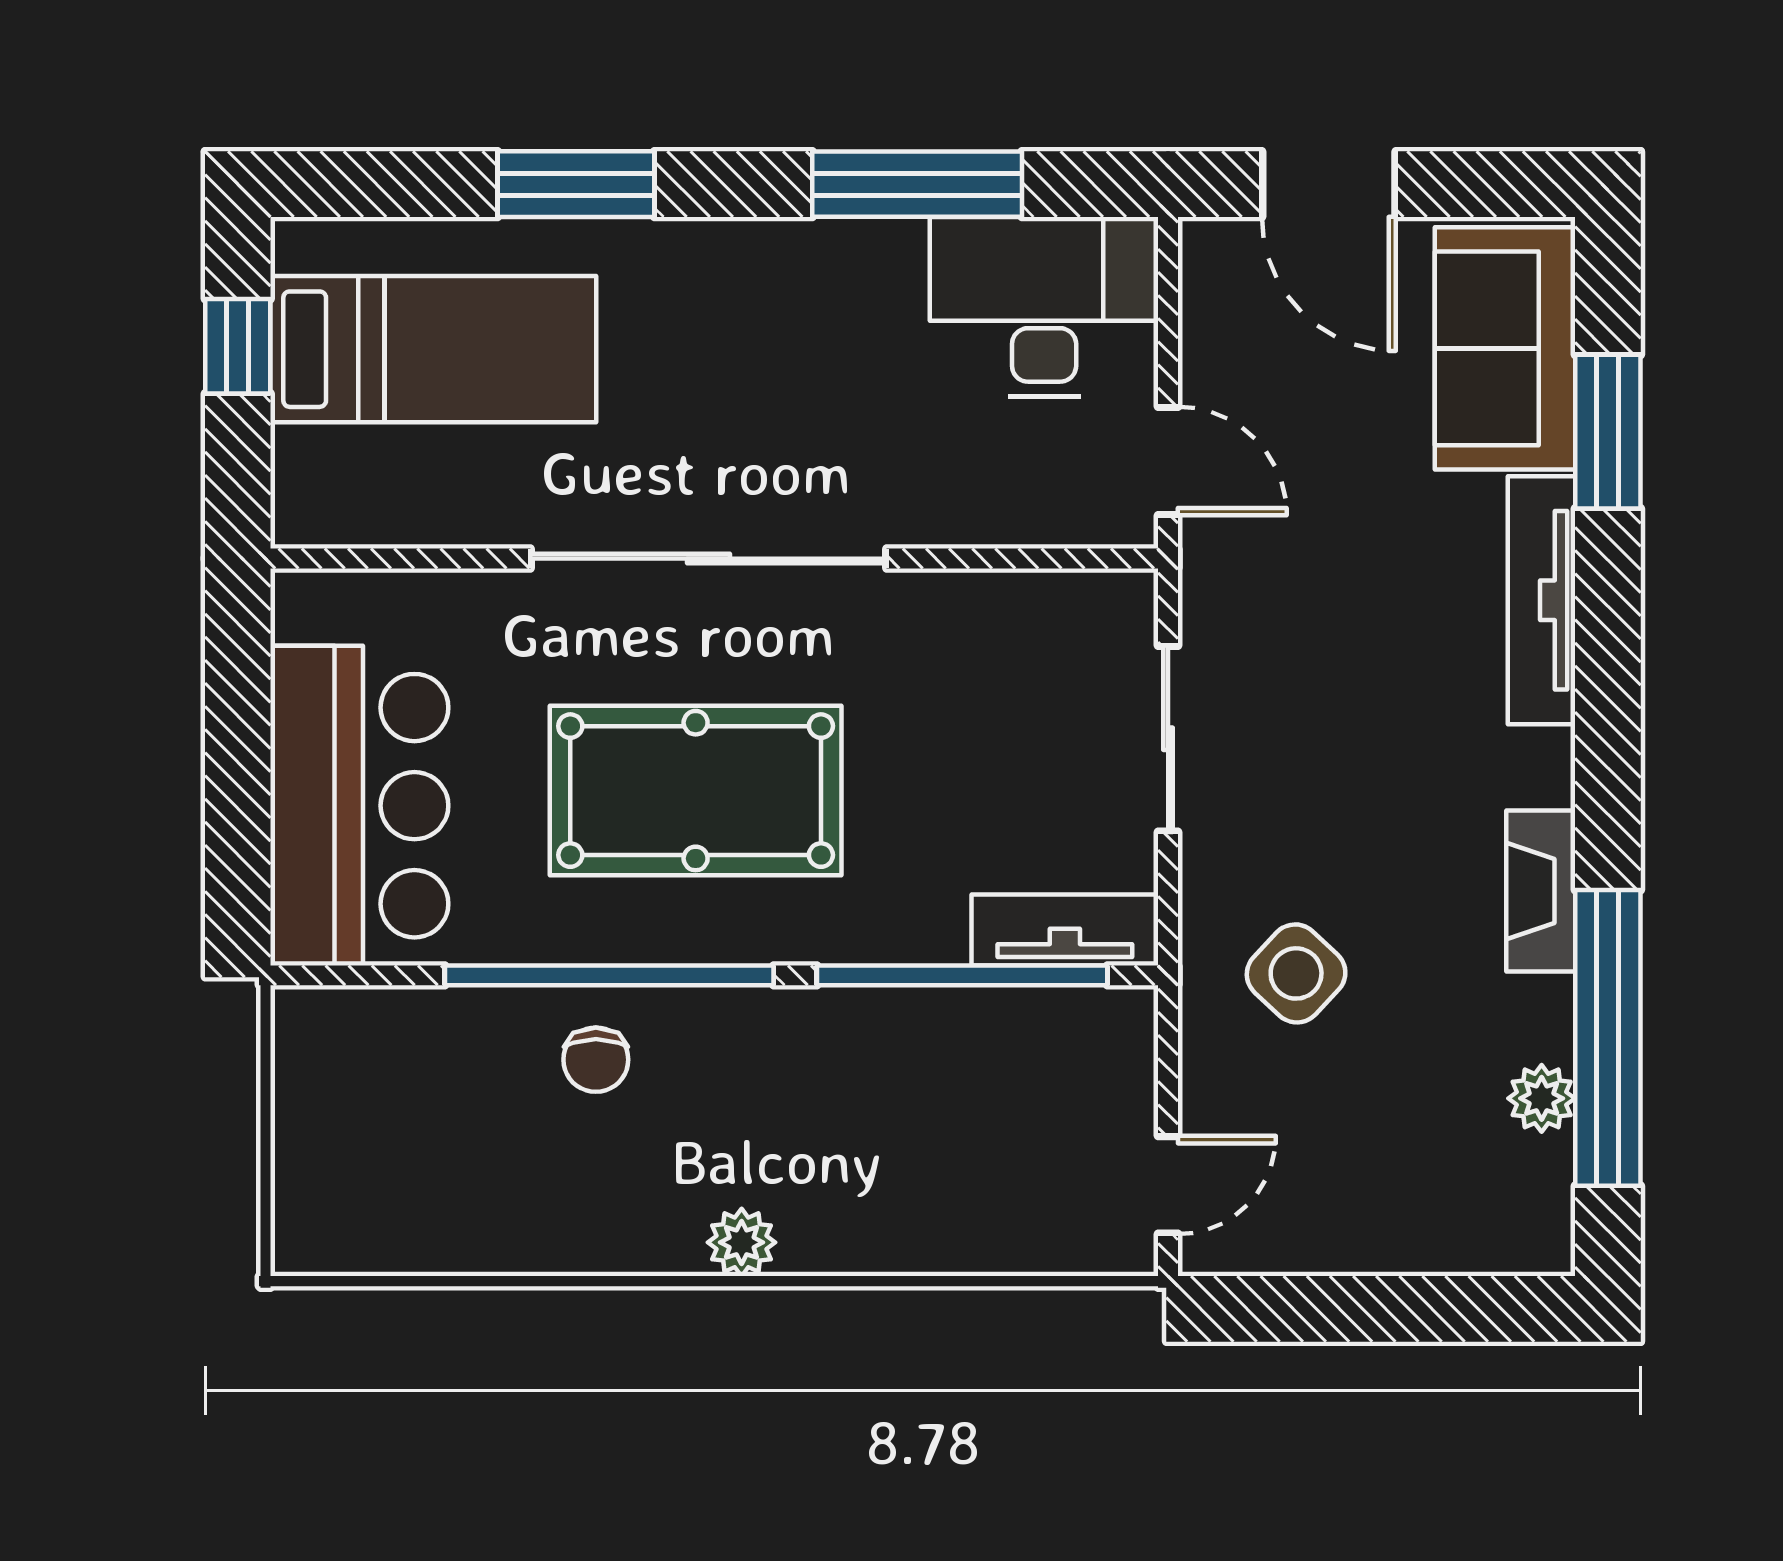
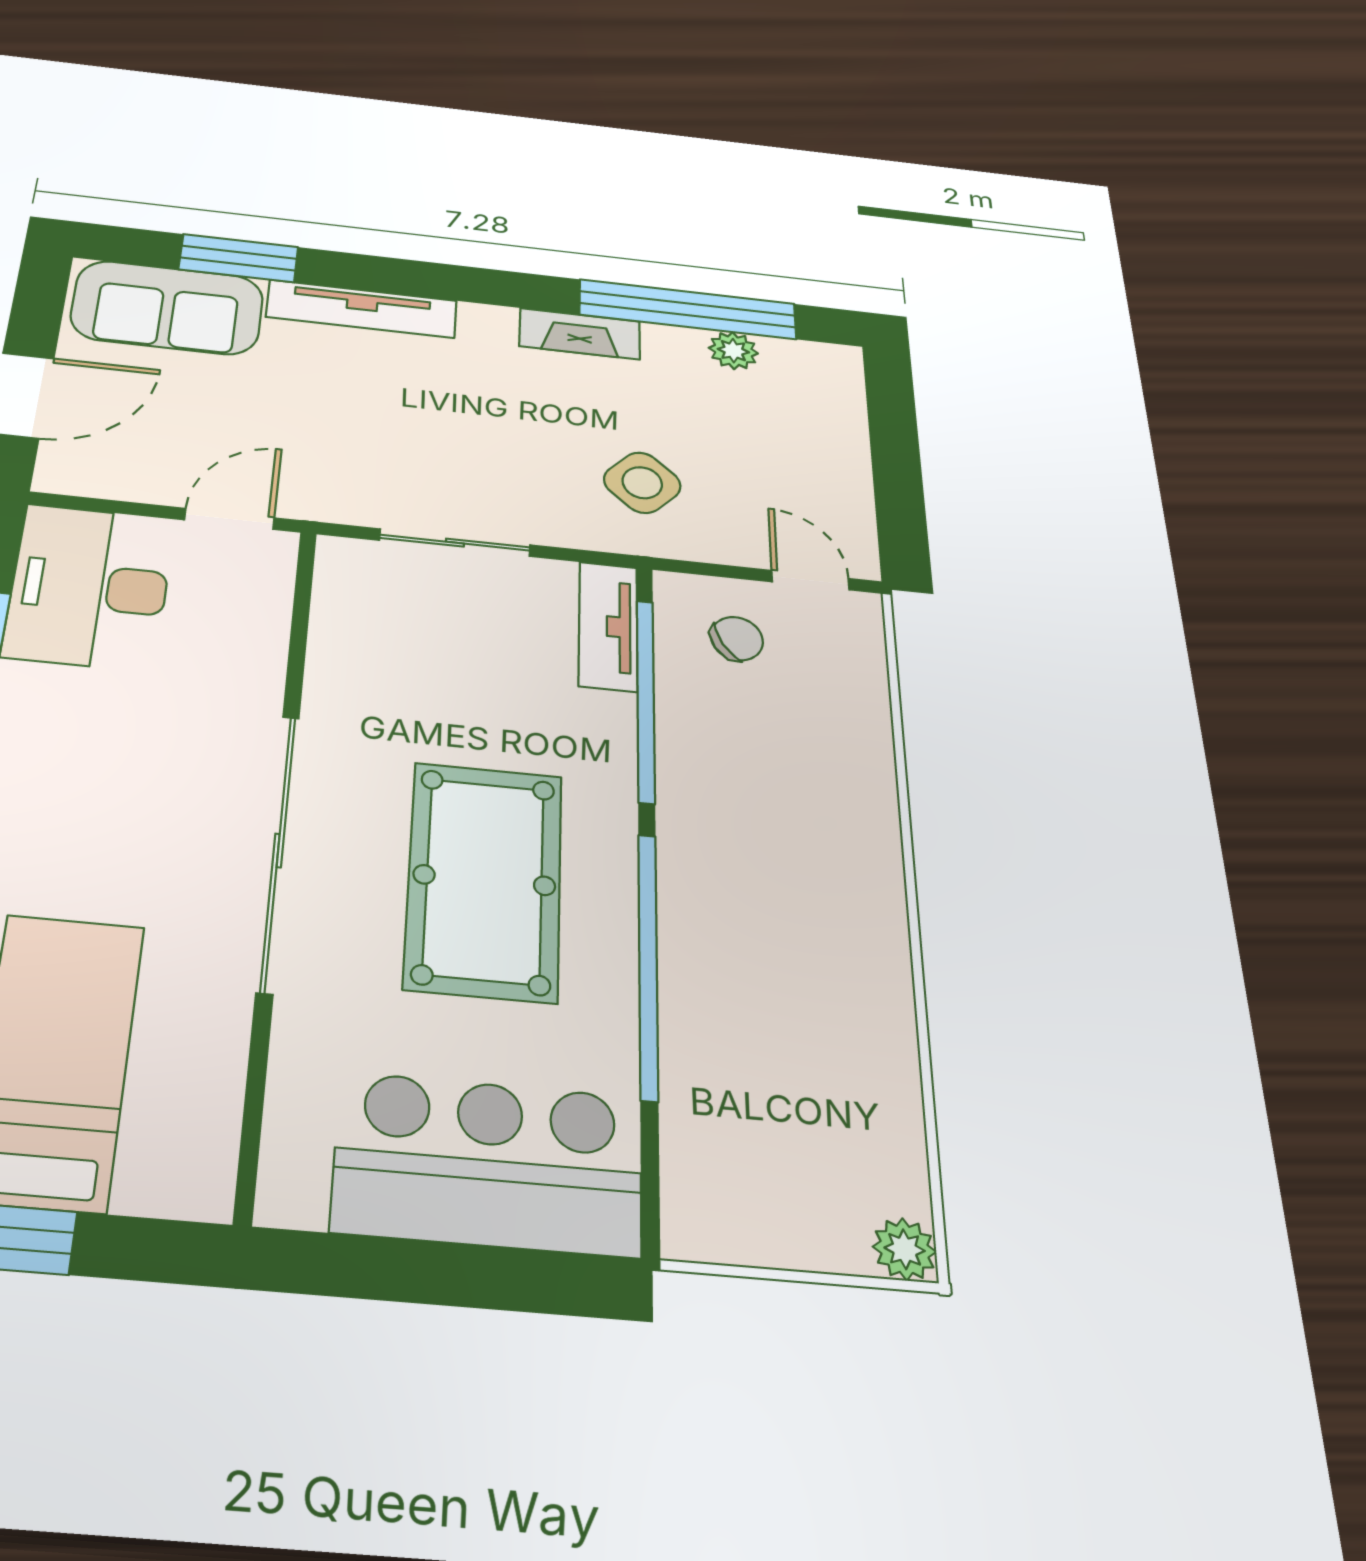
chair: (596, 1060) -> (737, 639), moved, turned -31
plant: (742, 1242) -> (905, 1249), moved

